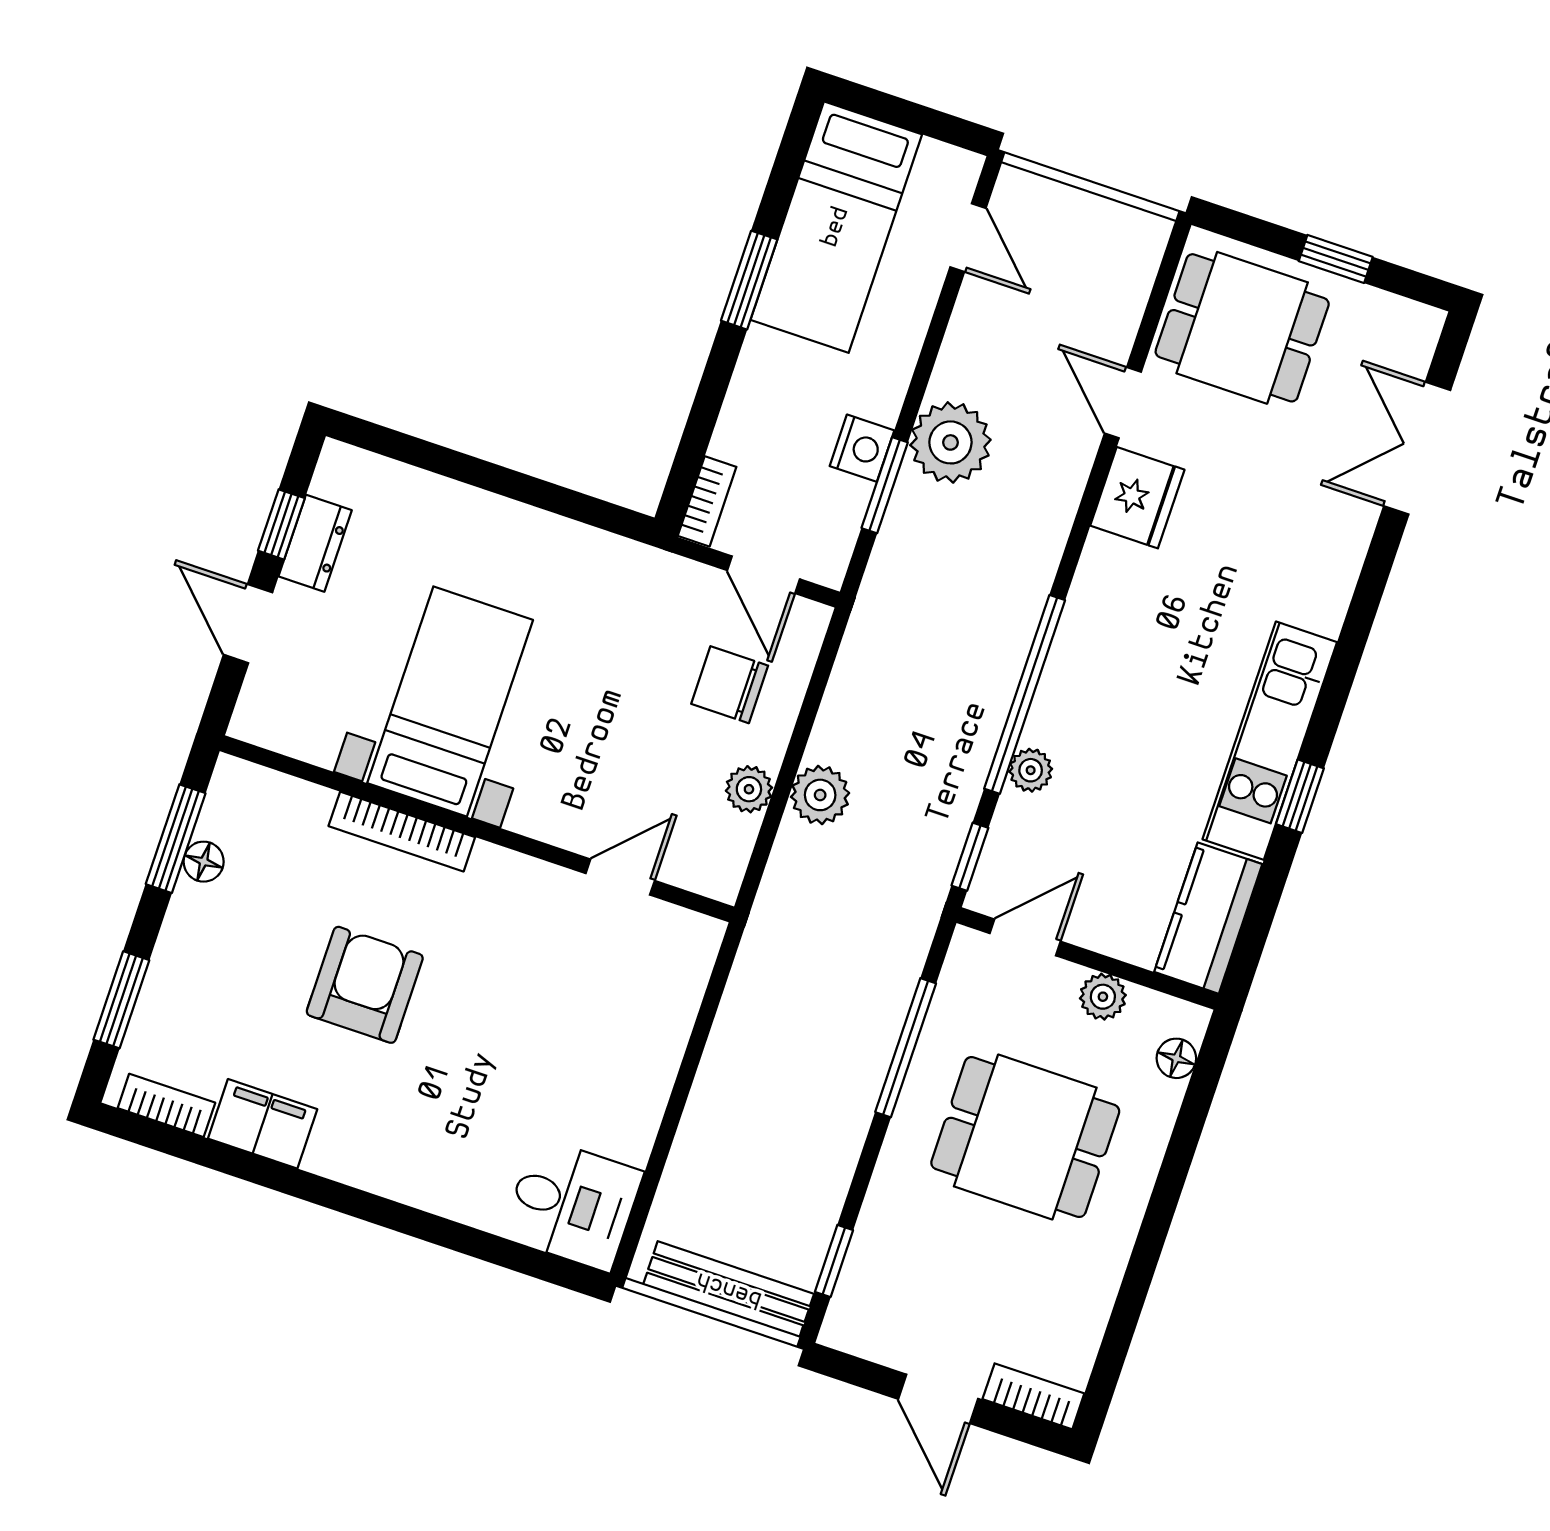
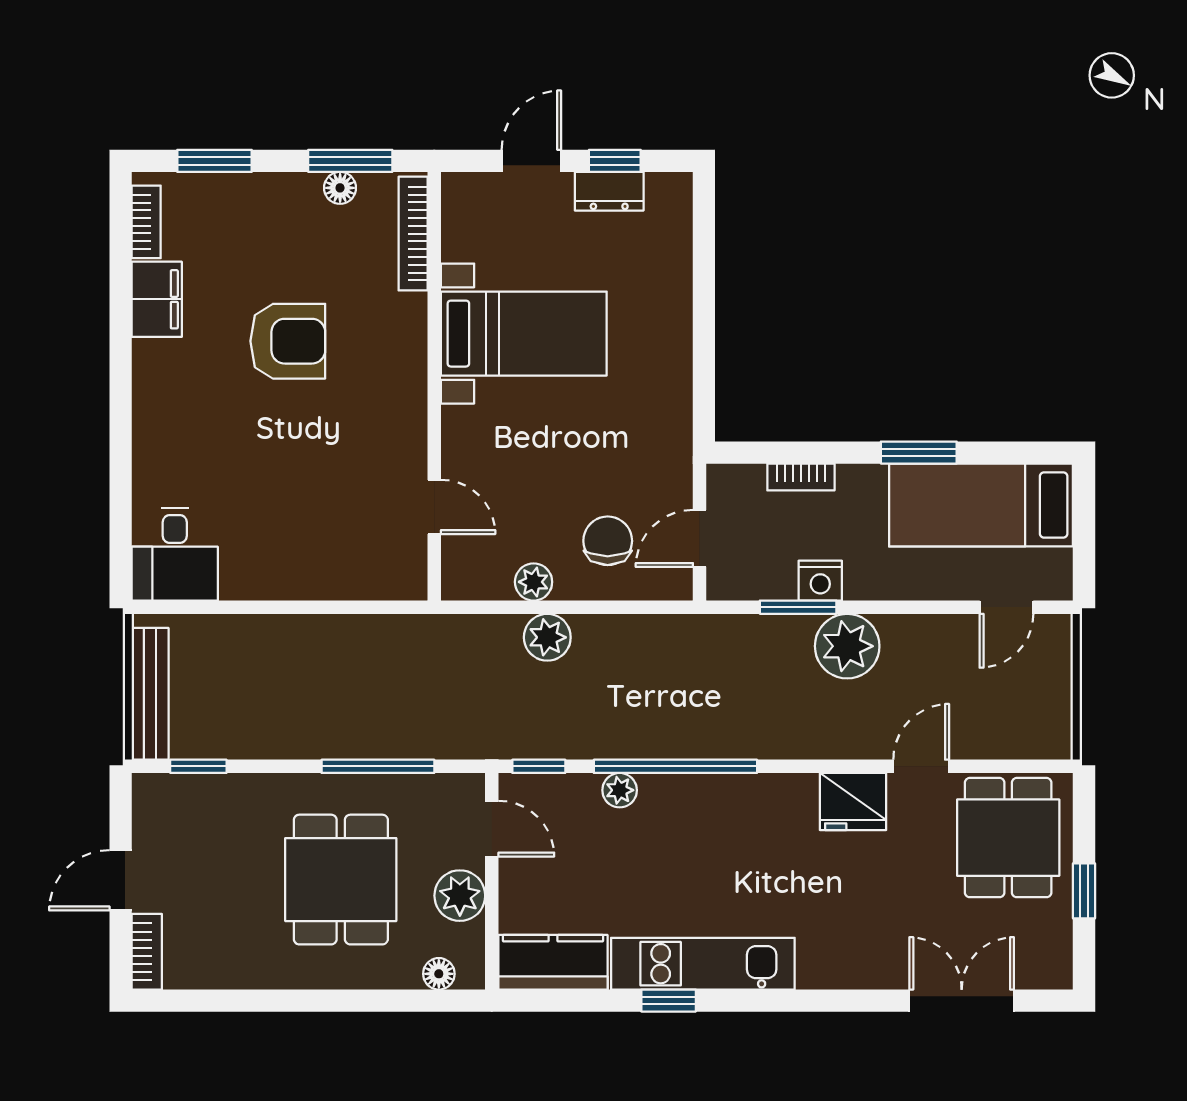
bookcase: (707, 501) -> (801, 477), moved
bookcase: (402, 832) -> (413, 234), moved
plant: (1103, 997) -> (460, 896), width x1.38, depth x1.38

